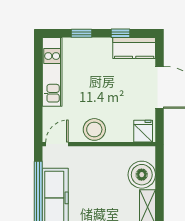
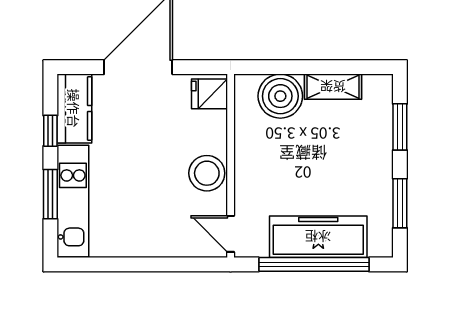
window: (81, 33) -> (50, 194), width x1.50
kitchen unit: (52, 72) -> (73, 201), moved, turned 90

